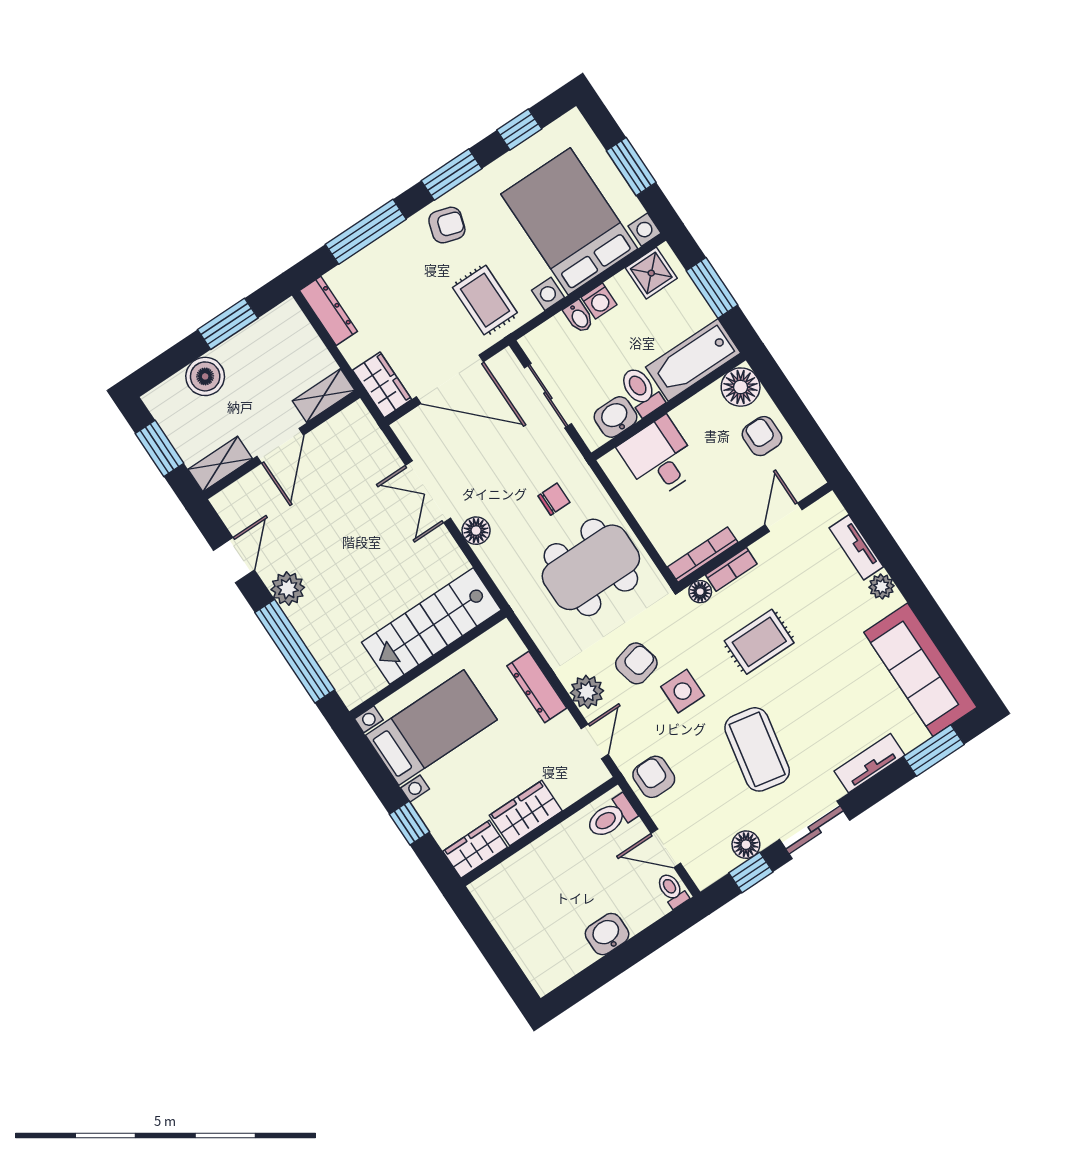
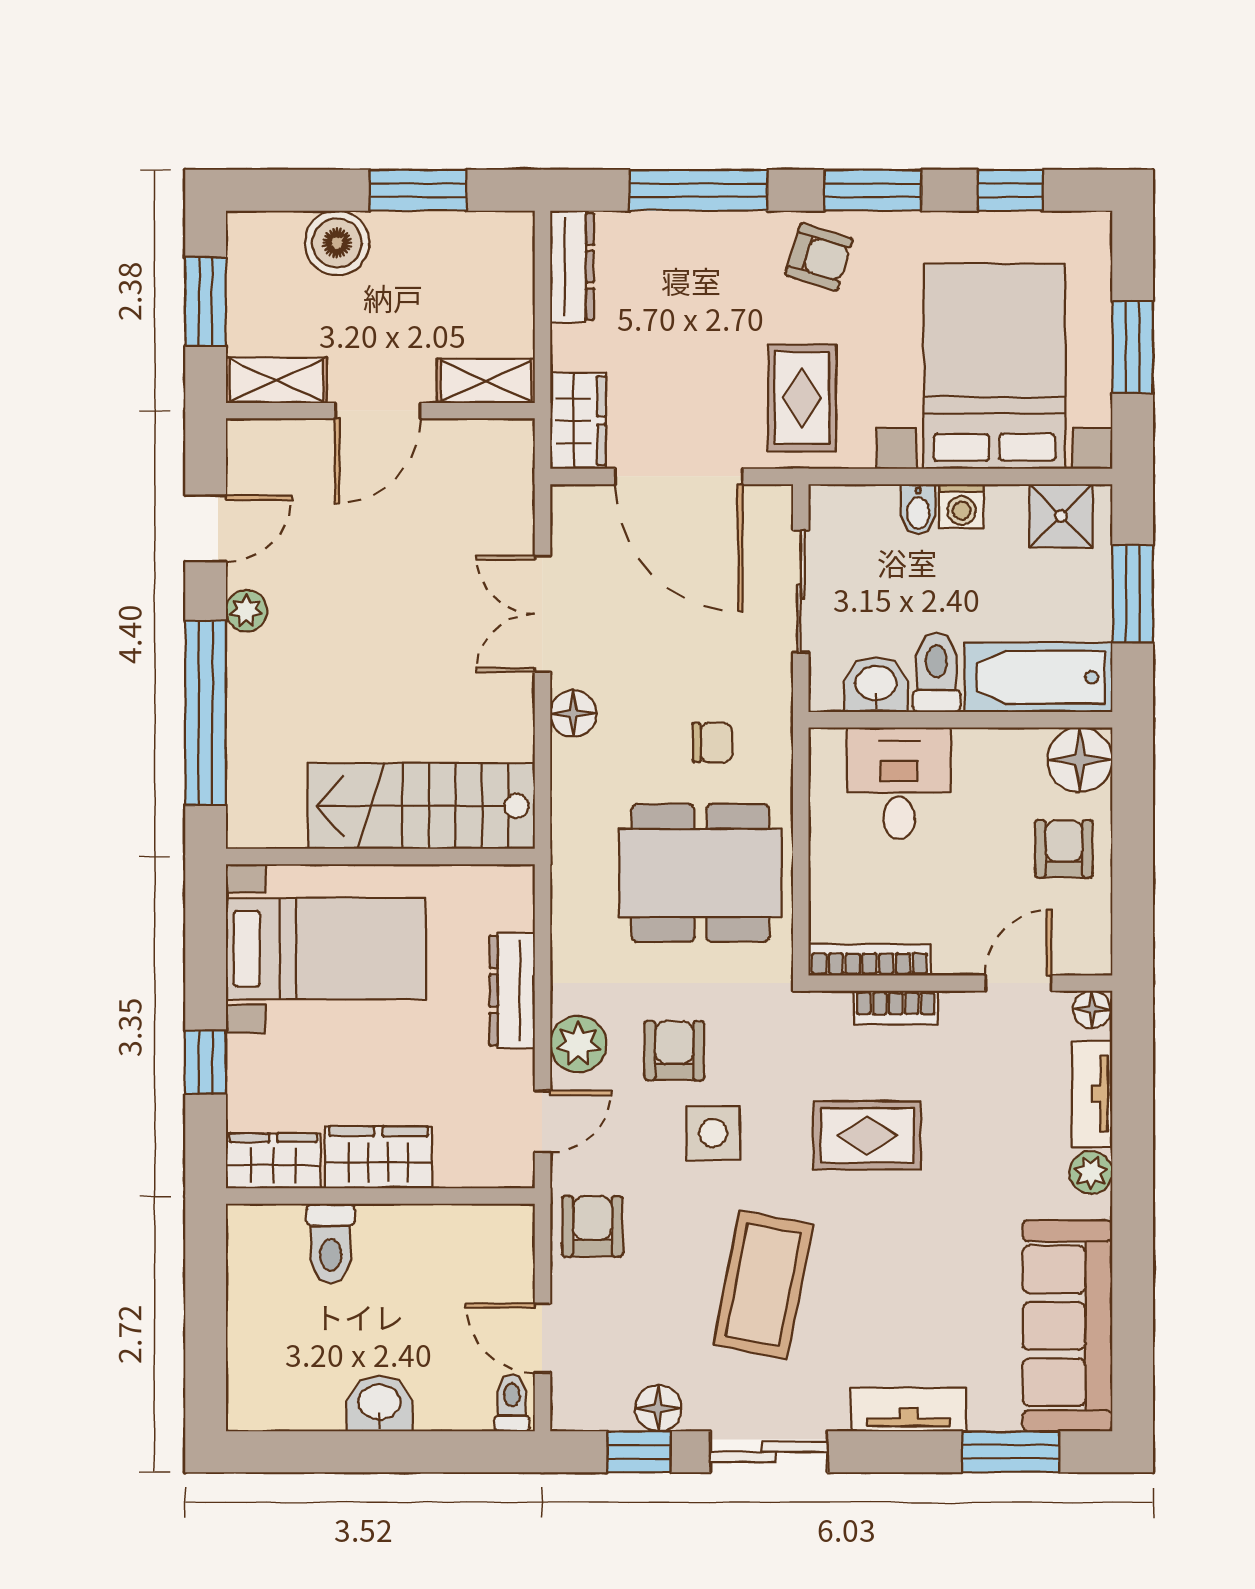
plant: (288, 589) -> (247, 611), width x0.73, depth x0.73
floor lamp: (700, 592) -> (1092, 1010), moved
armchair: (636, 663) -> (674, 1051), turned -76
toilet: (611, 817) -> (331, 1244), moved, turned -90

